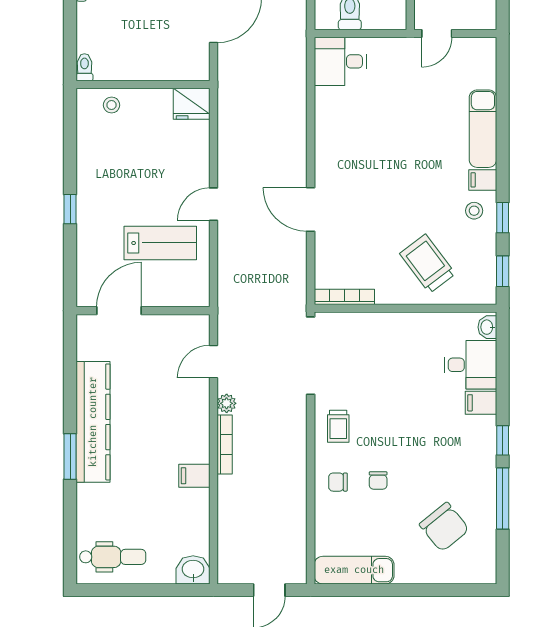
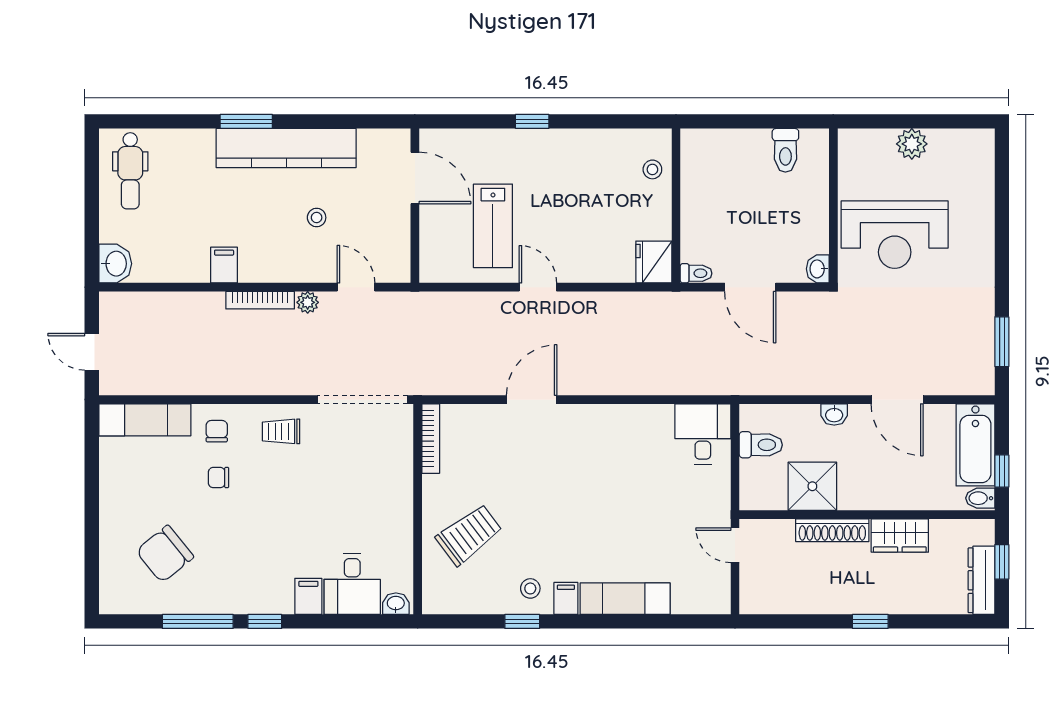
toilet: (84, 67) -> (696, 273), moved
window: (503, 271) -> (460, 621), removed
stool: (153, 396) -> (317, 218), added
exam couch: (354, 570) -> (145, 420), moved, turned 90

